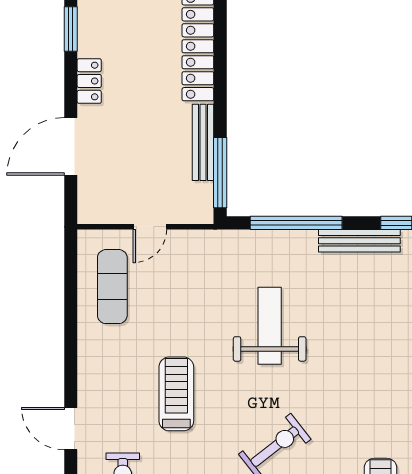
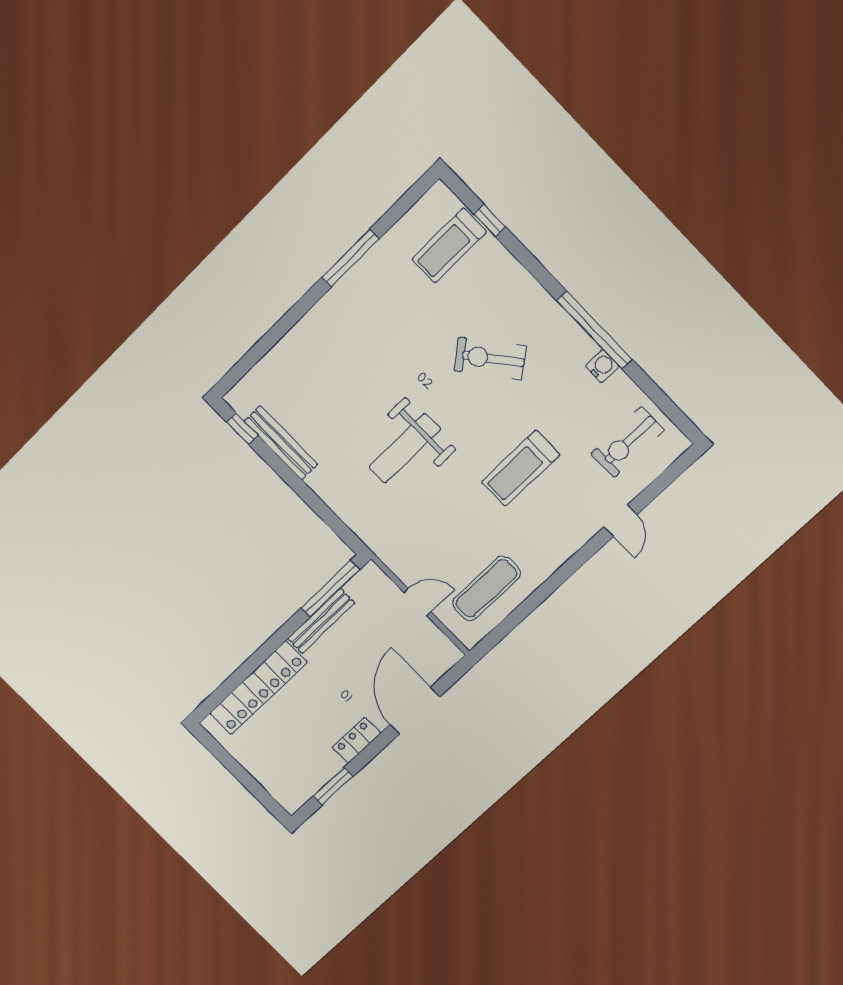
door: (71, 146) -> (415, 711), swing flipped
window: (296, 223) -> (313, 501), removed
door: (71, 429) -> (620, 521), width x0.73

